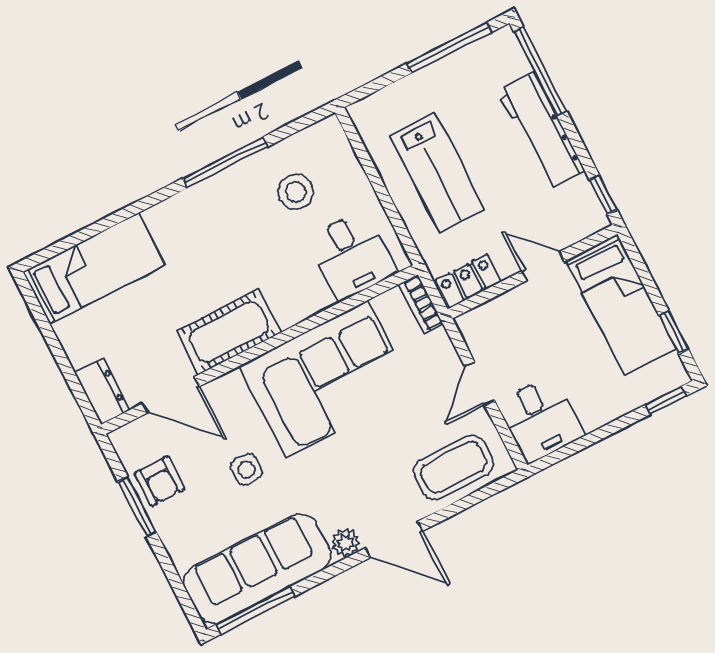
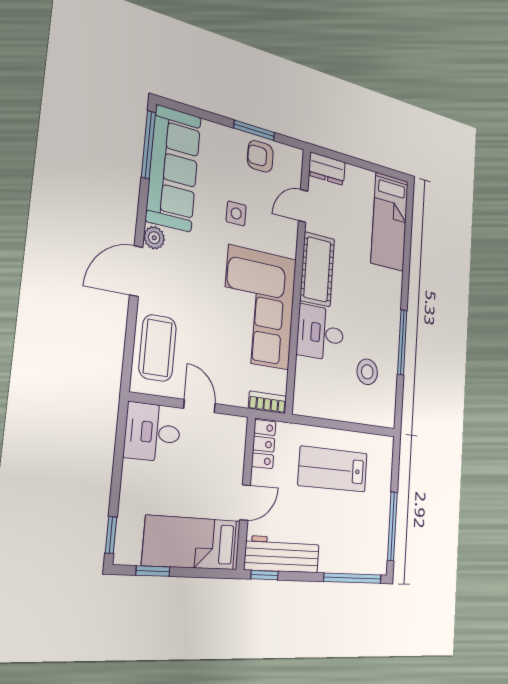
workbench: (541, 131) -> (282, 554), moved
desk: (352, 255) -> (320, 333), moved
door: (171, 395) -> (303, 206), width x0.73

